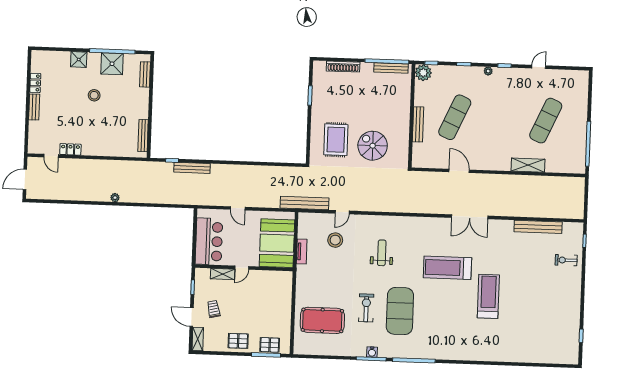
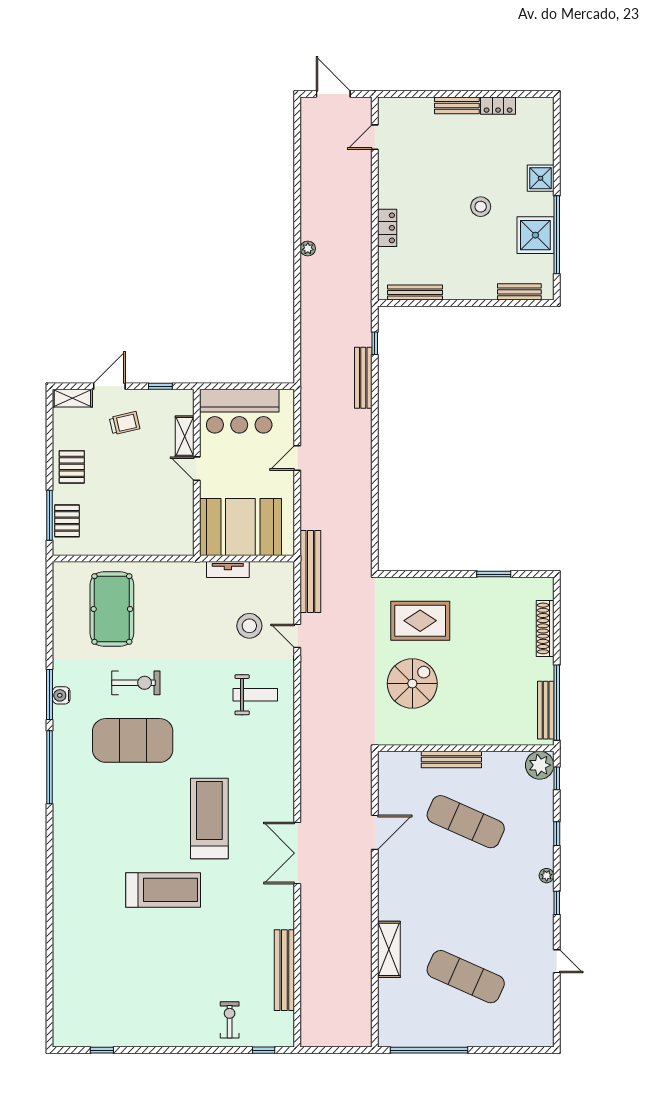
locker: (70, 149) -> (387, 228), moved
weight bench: (382, 253) -> (255, 695), moved

